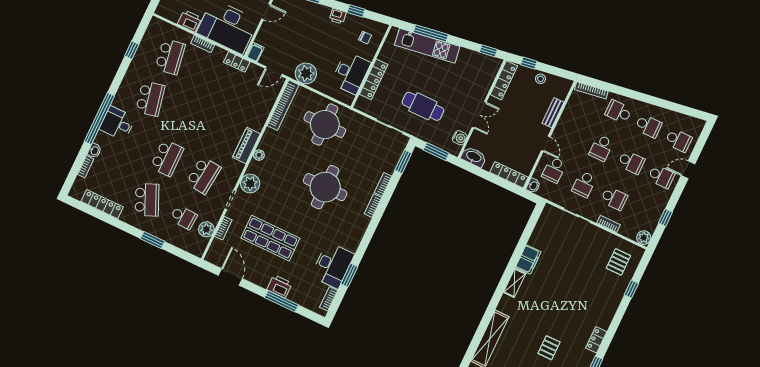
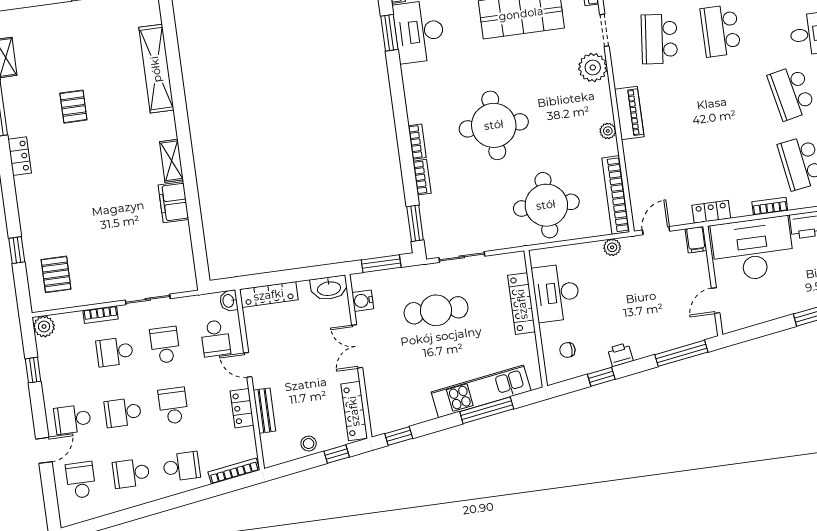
plant: (306, 73) -> (612, 247), width x0.53, depth x0.53
locker: (564, 122) -> (242, 408), added
school desk: (678, 140) -> (81, 480), turned 90
plant: (259, 155) -> (608, 131), moved
school desk: (554, 170) -> (215, 338), turned 180

